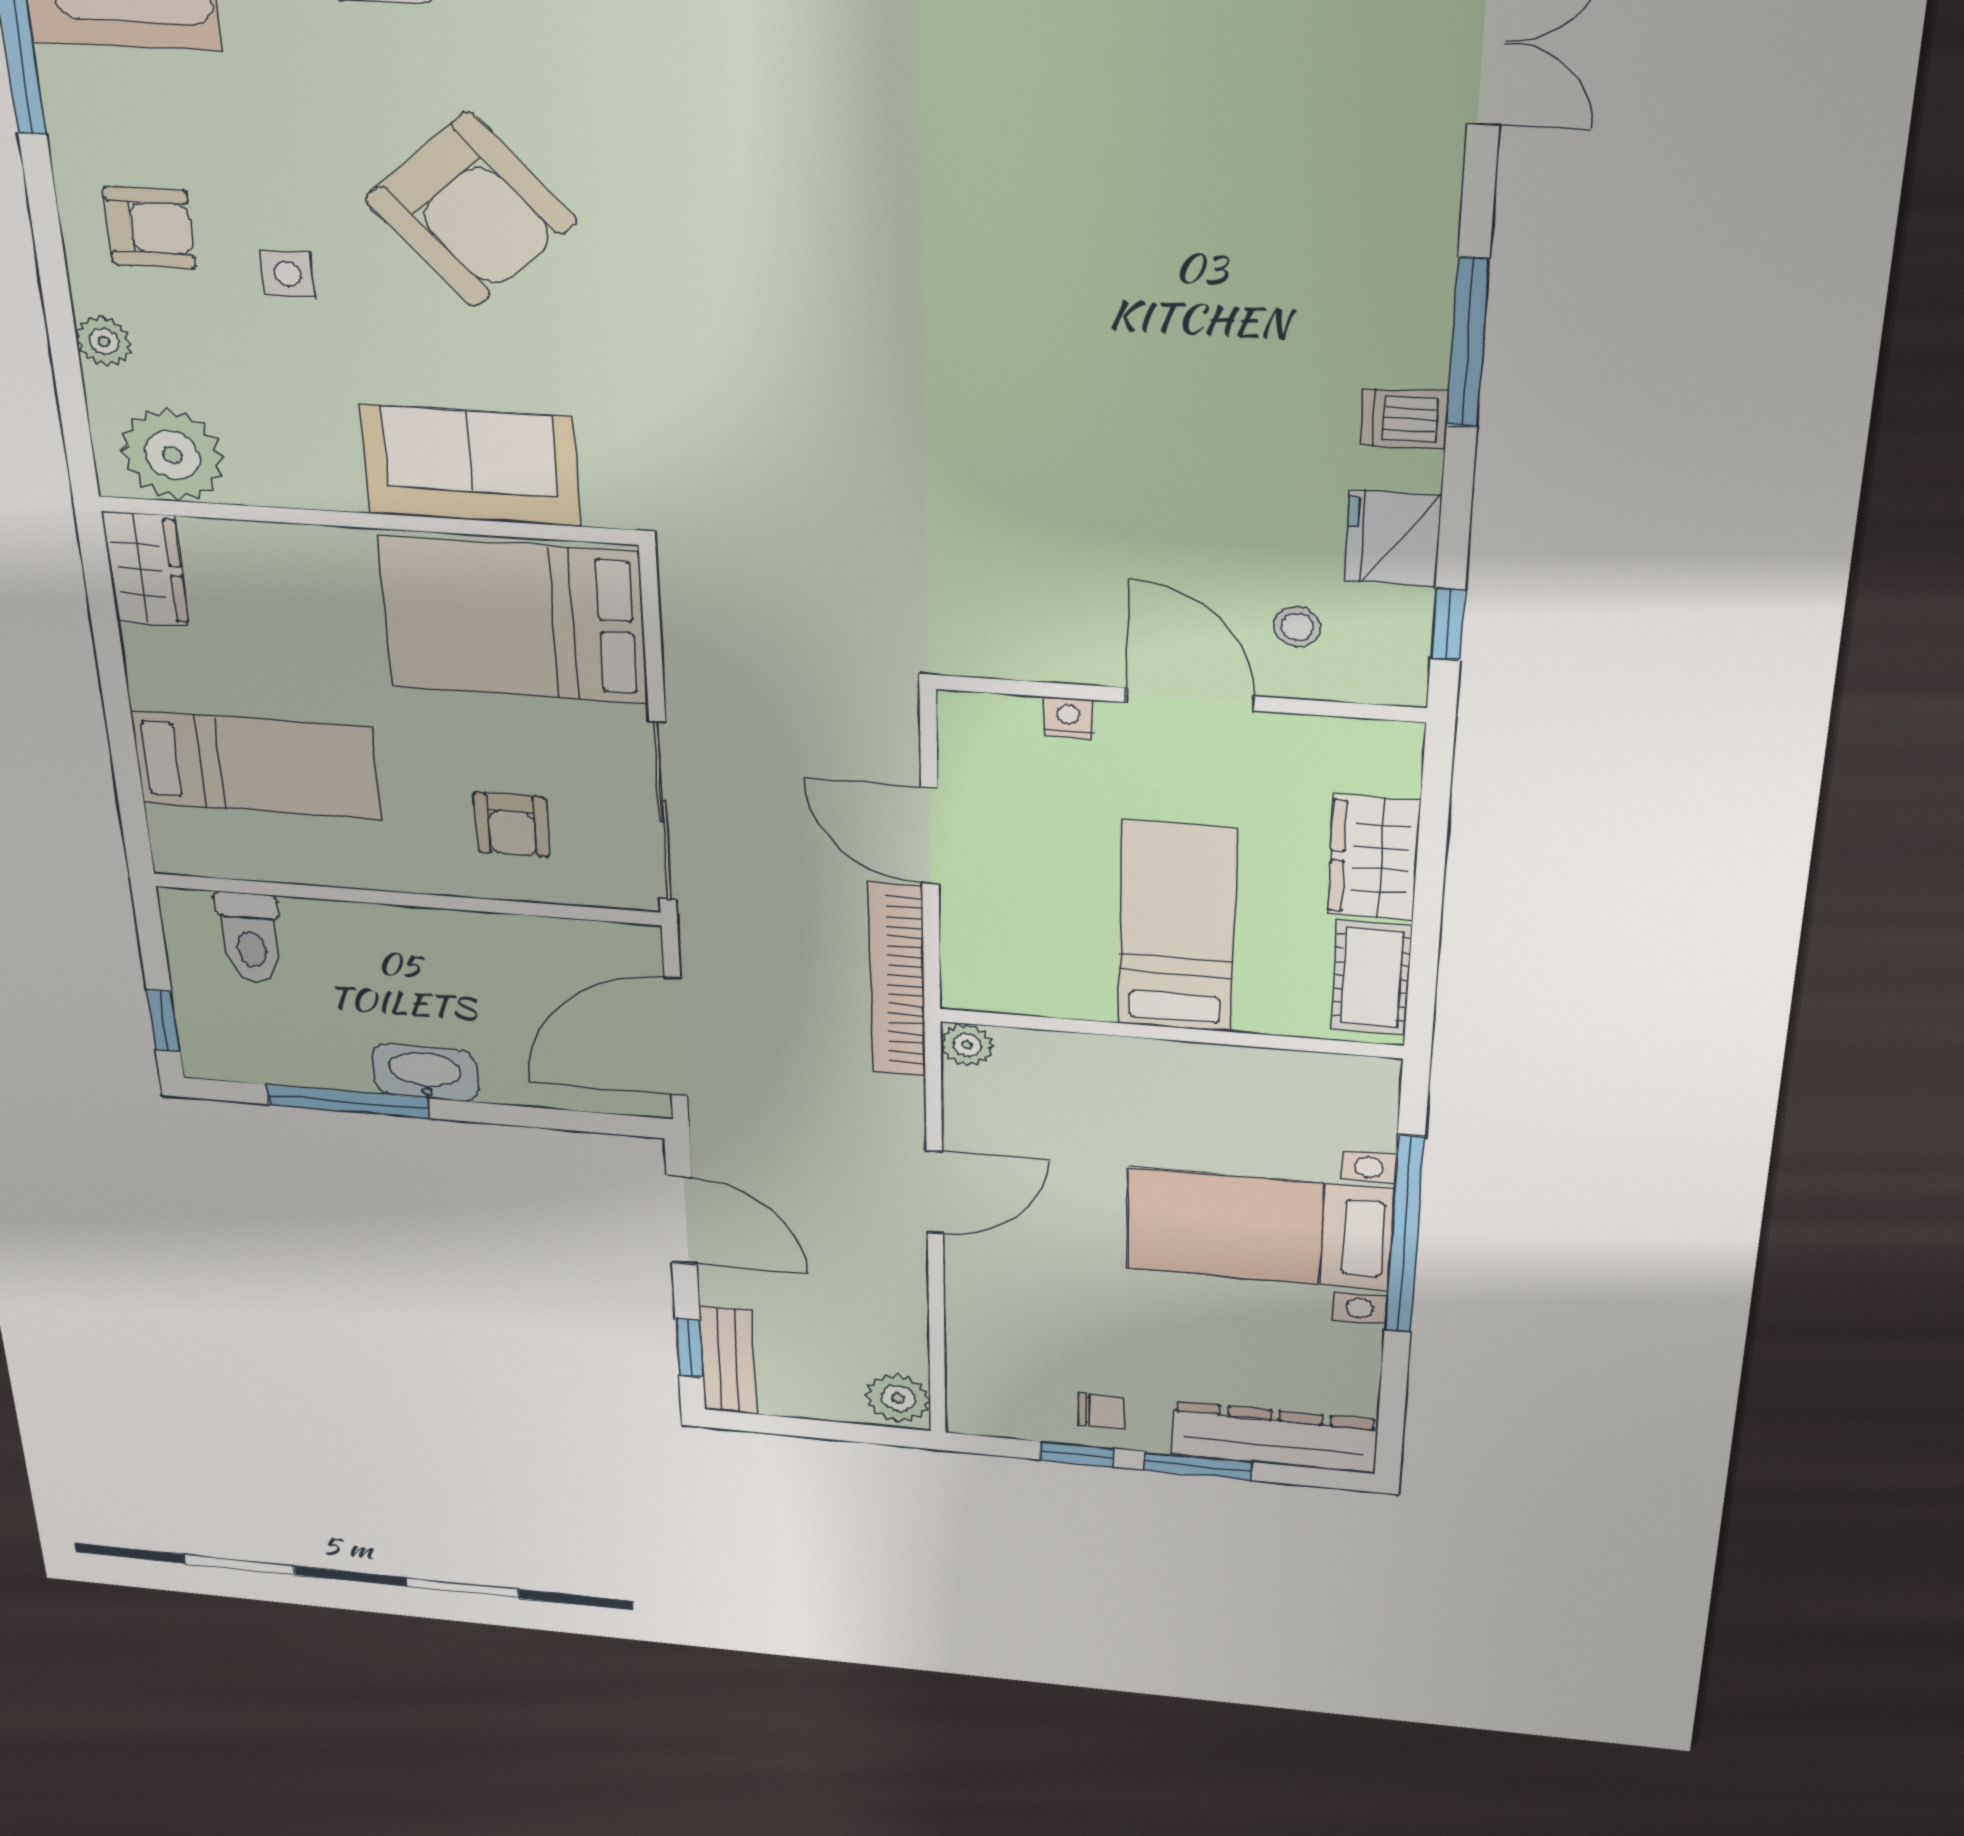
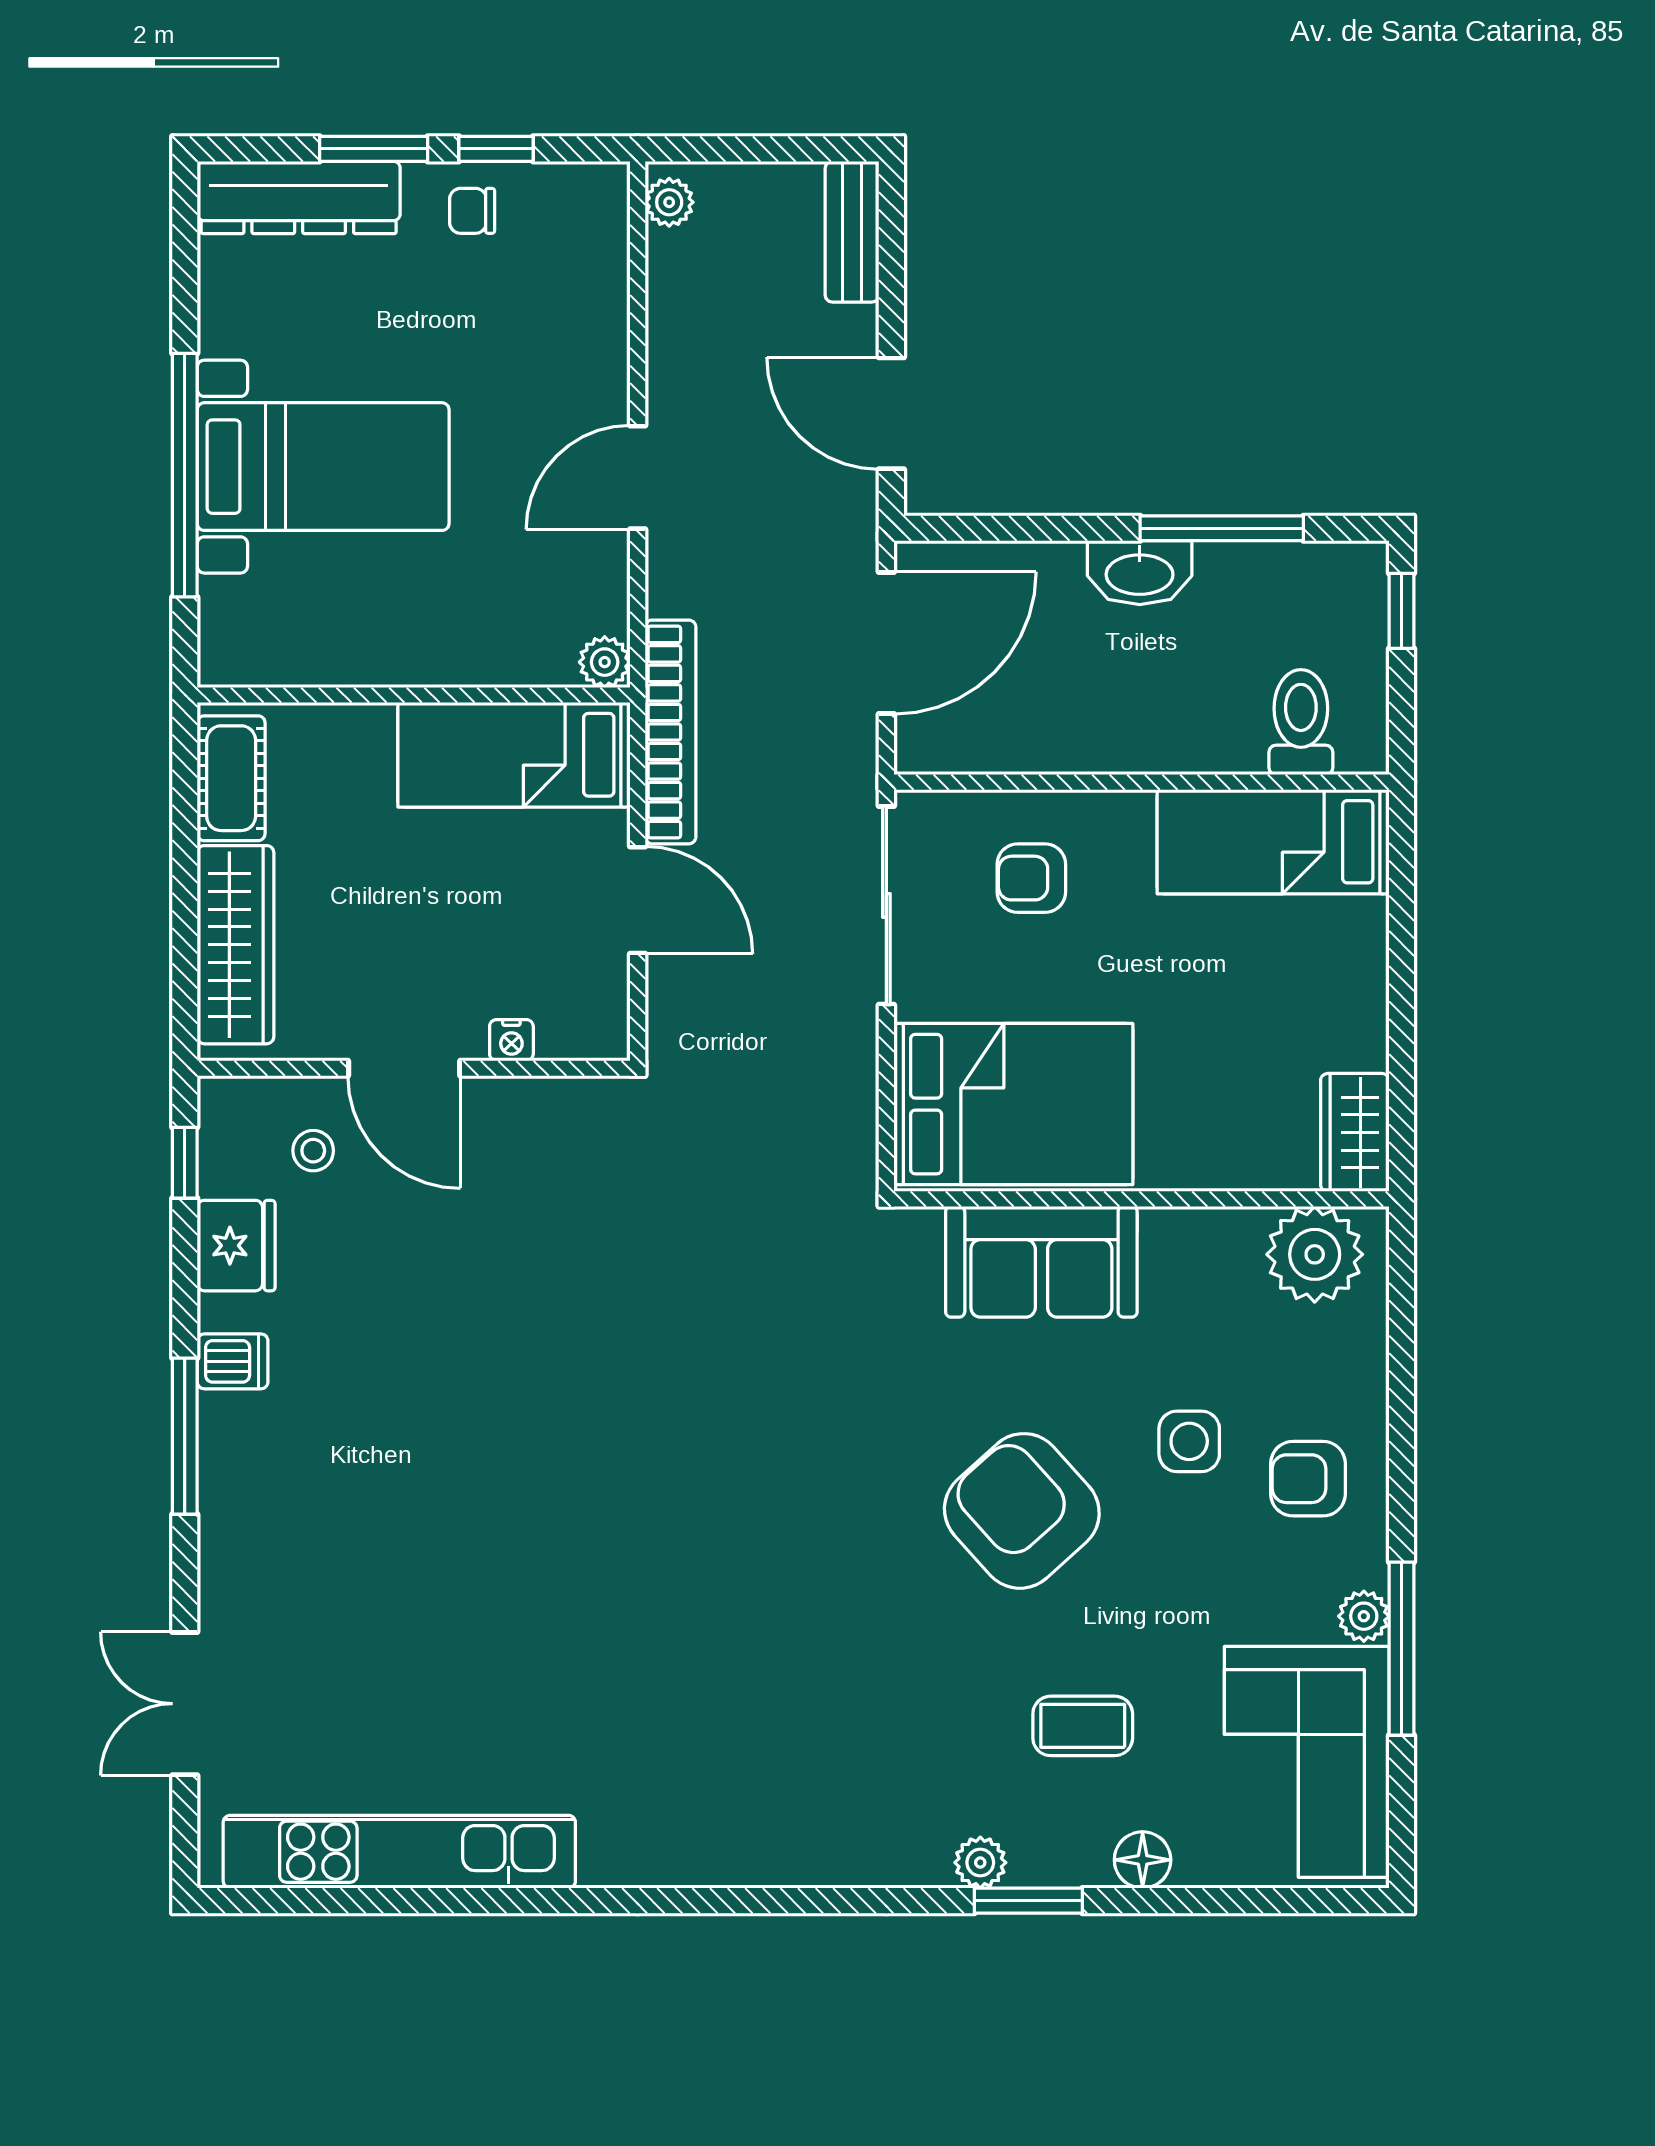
side table: (287, 274) -> (1189, 1441), width x1.37, depth x1.37
plant: (104, 341) -> (1364, 1616), moved
bed: (256, 765) -> (1273, 842), moved
armchair: (512, 825) -> (1031, 878), turned -90
wardrobe: (1374, 858) -> (235, 945), width x1.50
bed: (1177, 927) -> (514, 755), moved, turned 90
window: (689, 1348) -> (891, 244), removed
plant: (898, 1398) -> (669, 202), width x0.73, depth x0.73

